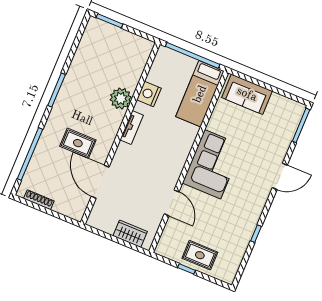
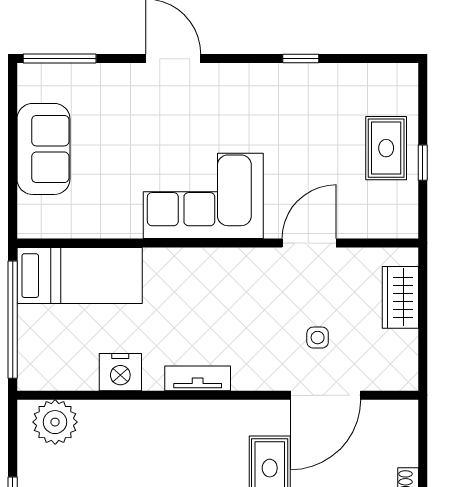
sofa: (247, 94) -> (43, 149), moved
plant: (121, 99) -> (55, 422), moved
side table: (128, 189) -> (318, 338), added

